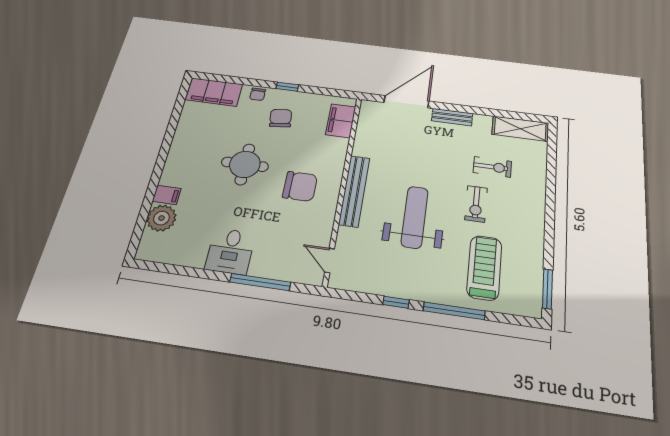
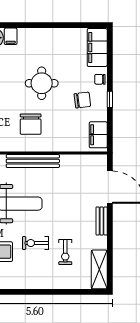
filing cabinet: (341, 121) -> (98, 135), moved, turned -90

